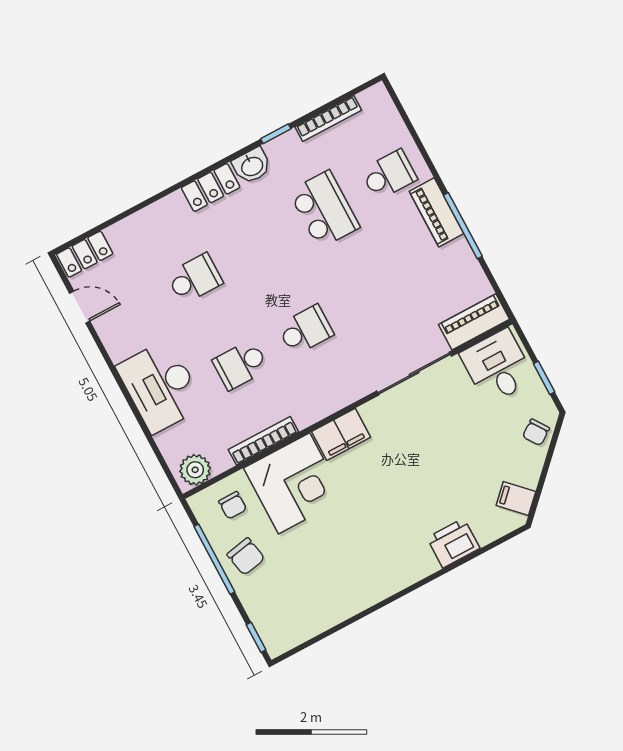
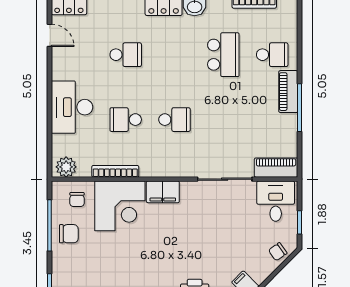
chair: (246, 556) -> (69, 234), turned -79

